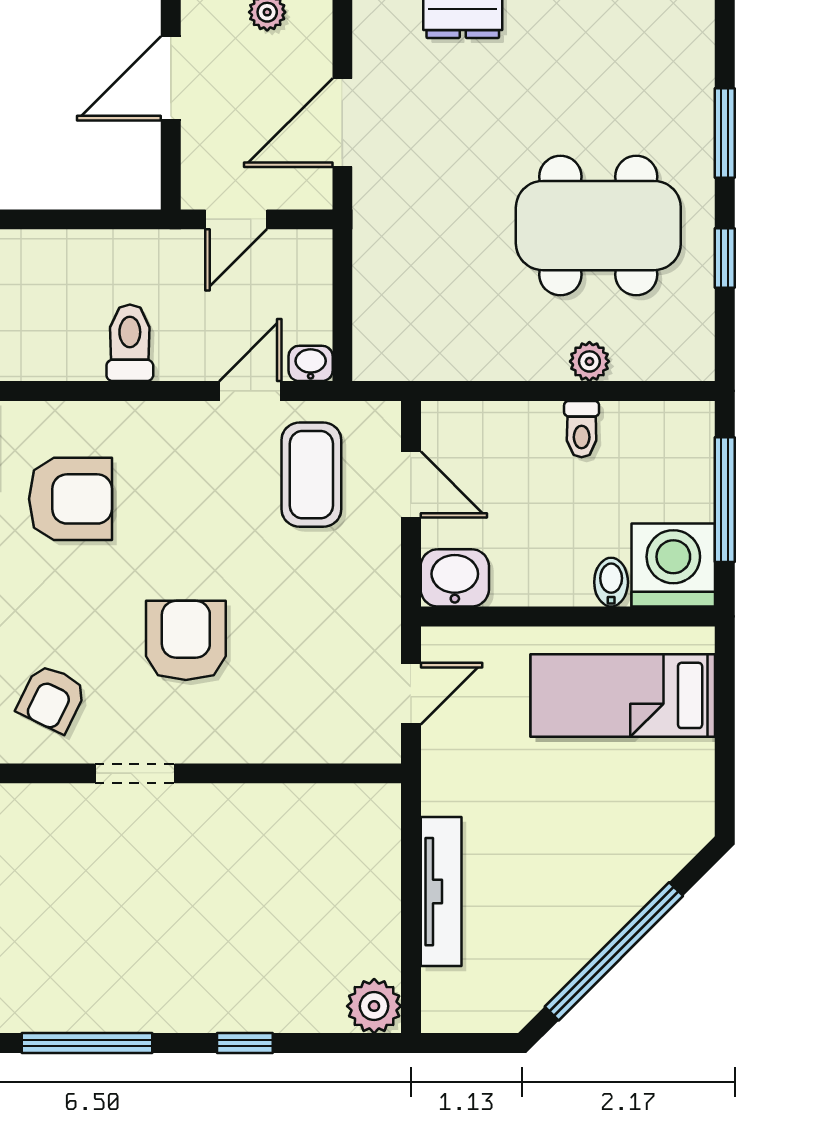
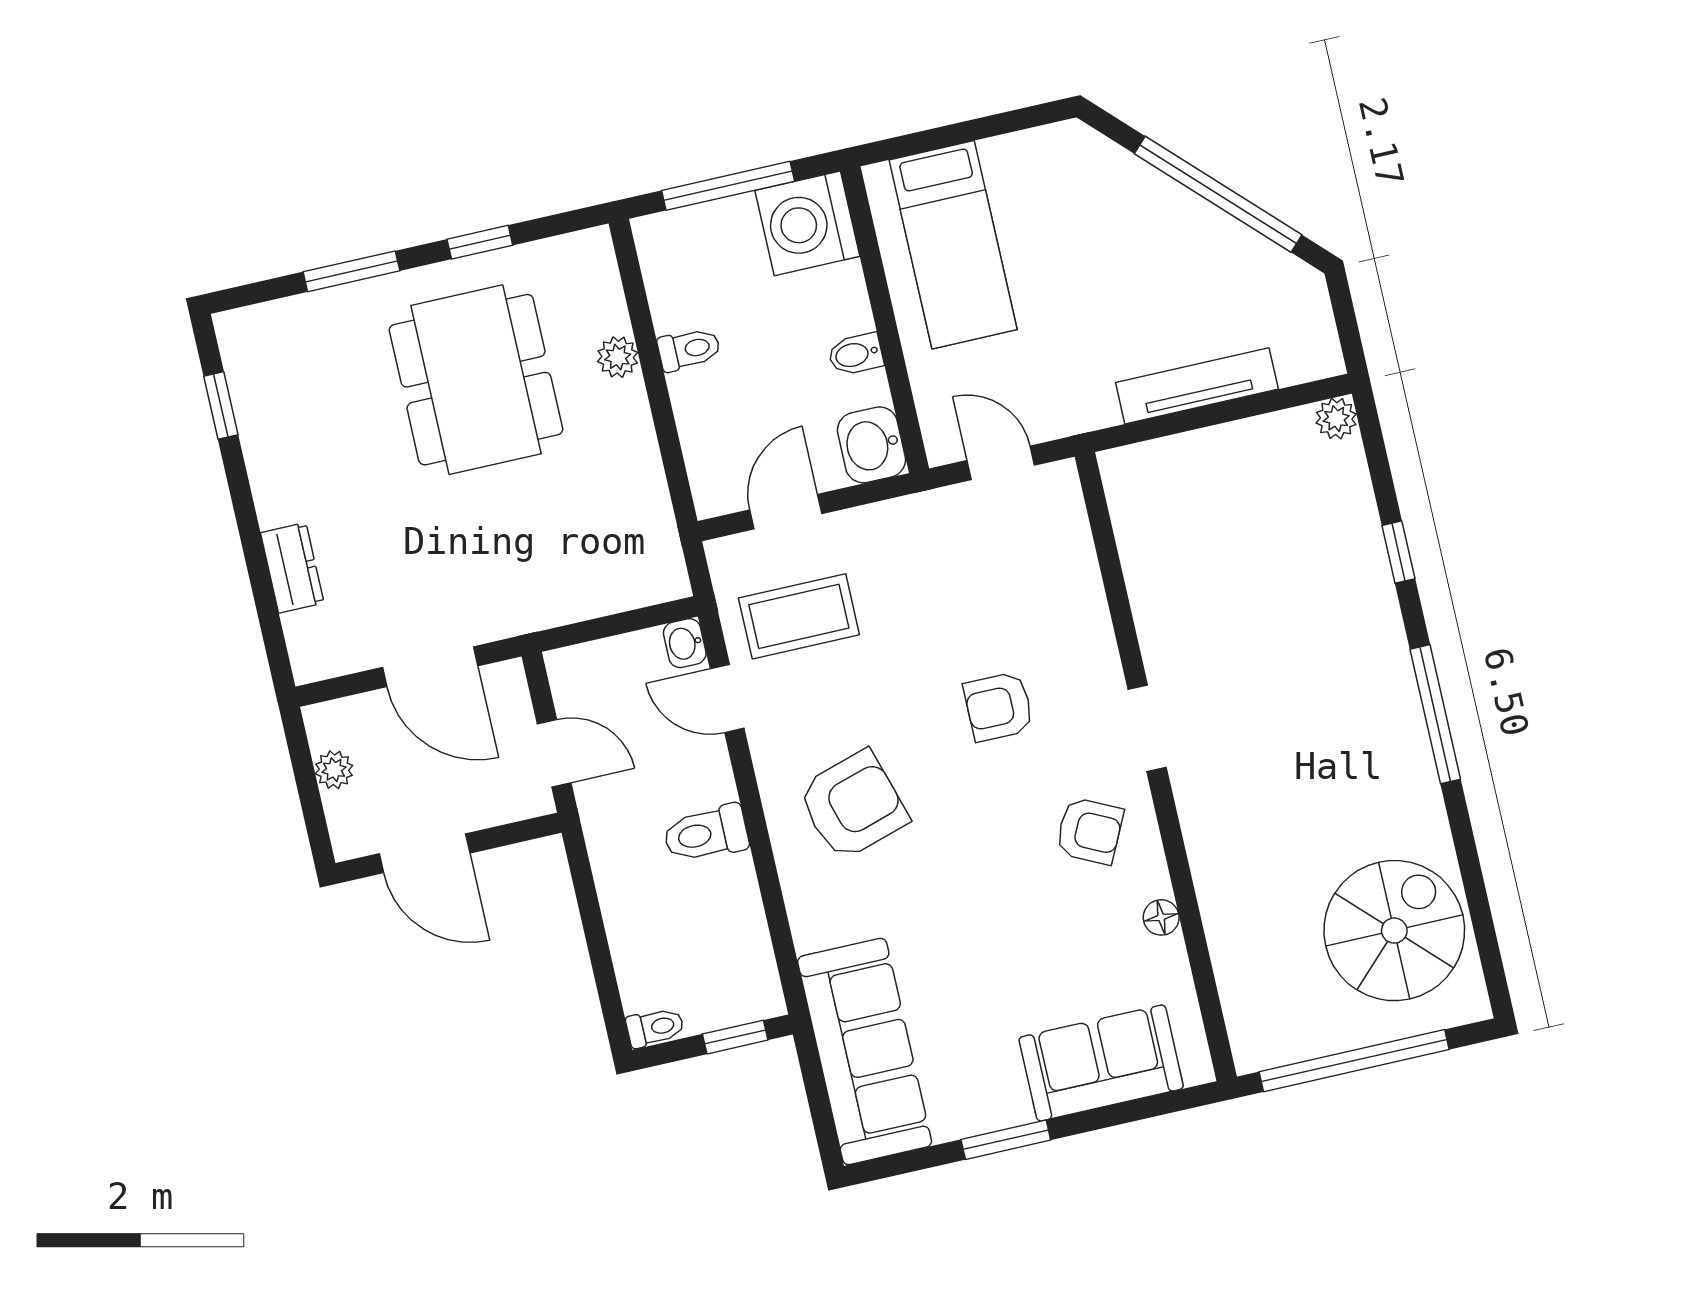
armchair: (71, 499) -> (853, 805), moved, turned 73
bidet: (611, 582) -> (856, 354), moved
armchair: (186, 640) -> (999, 707), width x0.72, depth x0.72
plant: (374, 1006) -> (1336, 419), width x0.73, depth x0.73

